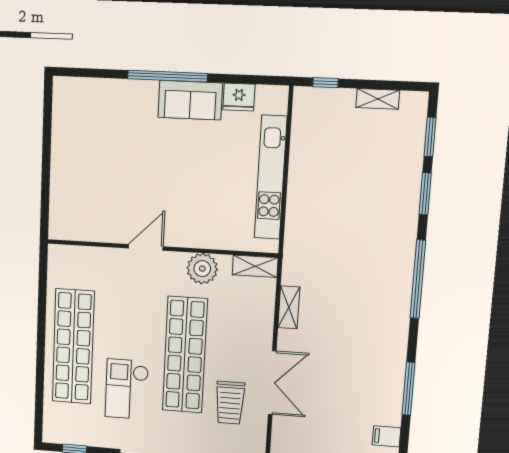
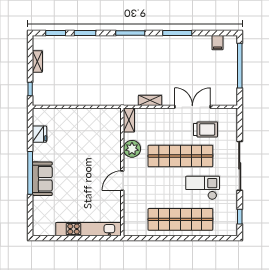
sofa: (190, 100) -> (42, 179), moved
kitchen unit: (271, 177) -> (89, 229), moved, turned 180
door: (146, 247) -> (122, 181), hinge flipped
window: (418, 279) -> (130, 33), width x0.68
checkout: (127, 389) -> (203, 188), turned 180
window: (409, 389) -> (177, 33), moved

